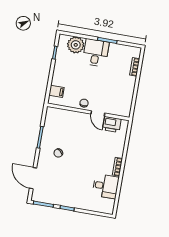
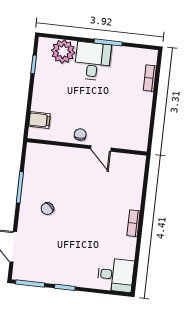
printer: (112, 124) -> (122, 163), removed
desk: (106, 186) -> (116, 275), moved

